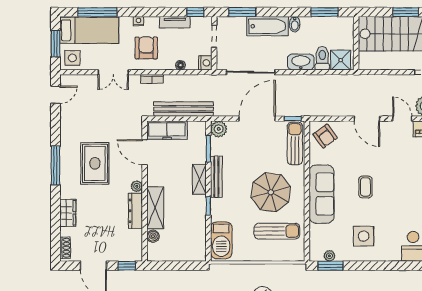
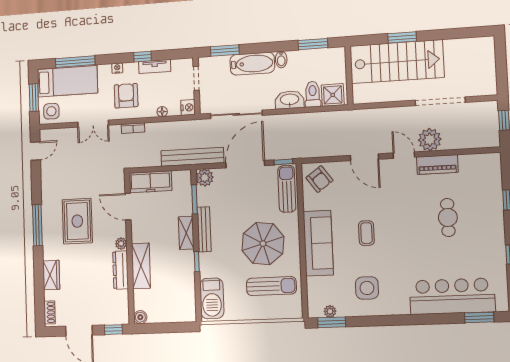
window: (195, 12) -> (142, 57), moved
bench: (183, 109) -> (192, 157), moved
boiler: (153, 236) -> (140, 317), moved

